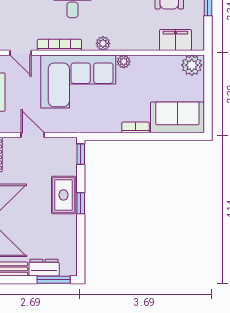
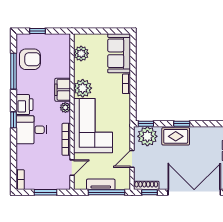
filing cabinet: (175, 40) -> (63, 90), moved
plant: (124, 62) -> (83, 88), width x1.88, depth x1.88
plant: (192, 65) -> (81, 53), moved
plant: (64, 156) -> (147, 136), added

